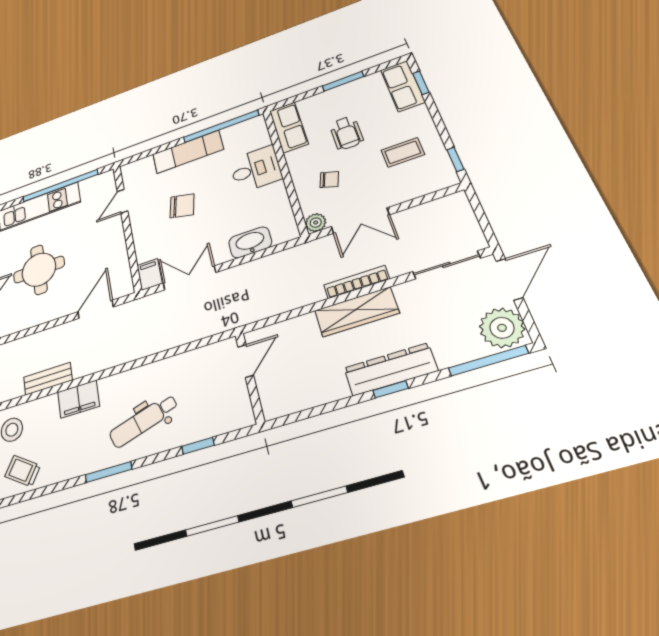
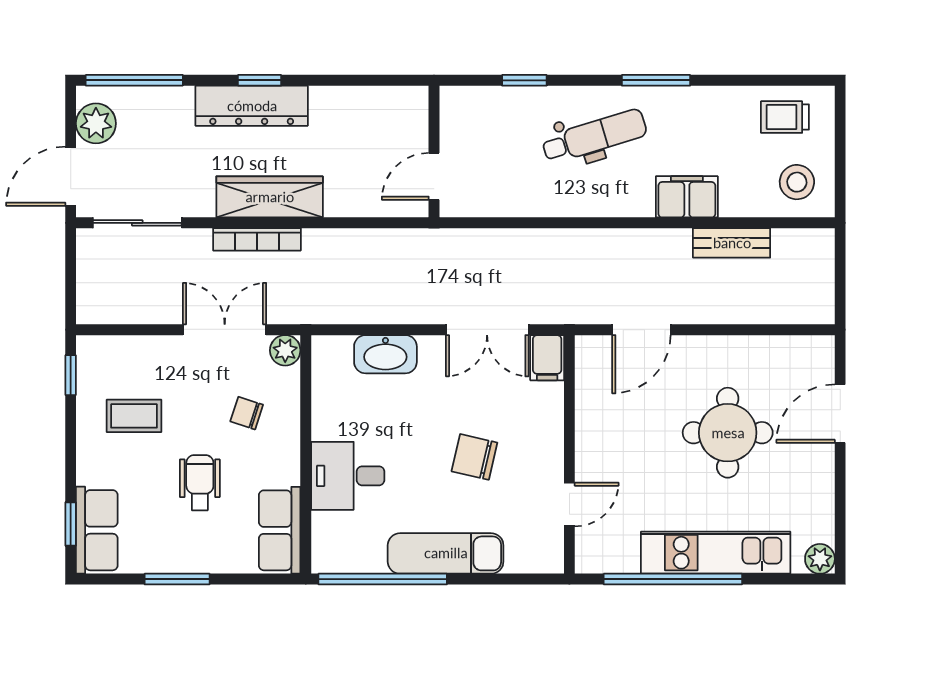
plant: (502, 328) -> (96, 123), width x0.73, depth x0.73
trolley: (23, 471) -> (785, 117), turned 147

